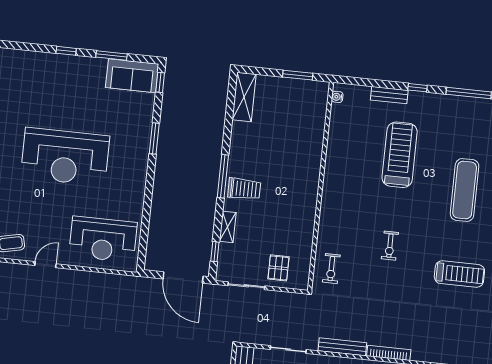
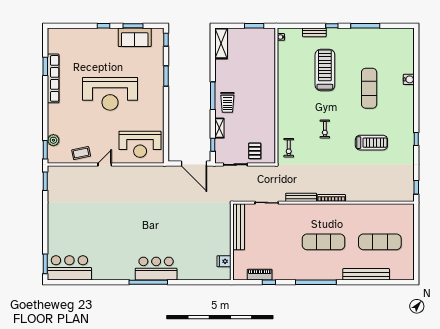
sofa: (132, 76) -> (135, 37), moved
trolley: (244, 189) -> (227, 102), turned 90

